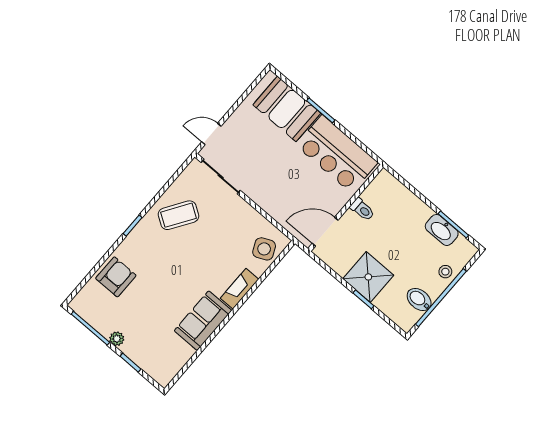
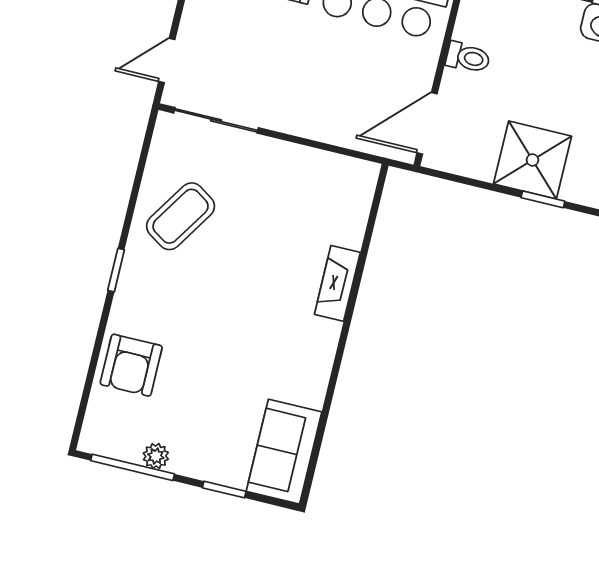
side table: (264, 249) -> (344, 200), removed
armchair: (116, 277) -> (131, 365), turned 180
sofa: (203, 321) -> (284, 452), moved
plant: (117, 339) -> (156, 456), moved

